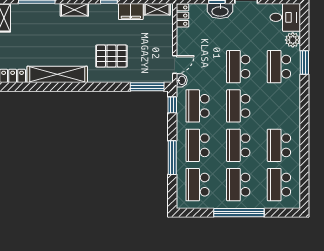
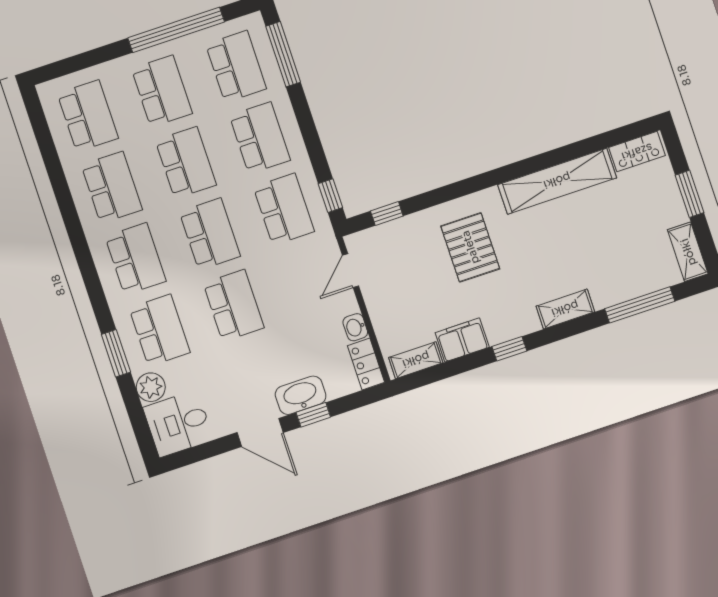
pallet: (111, 56) -> (470, 247), turned 90
washbasin: (182, 80) -> (355, 327), moved
window: (147, 87) -> (387, 214), width x0.46
school desk: (279, 106) -> (136, 259), added
window: (172, 158) -> (283, 54), moved
window: (239, 213) -> (176, 30), moved

